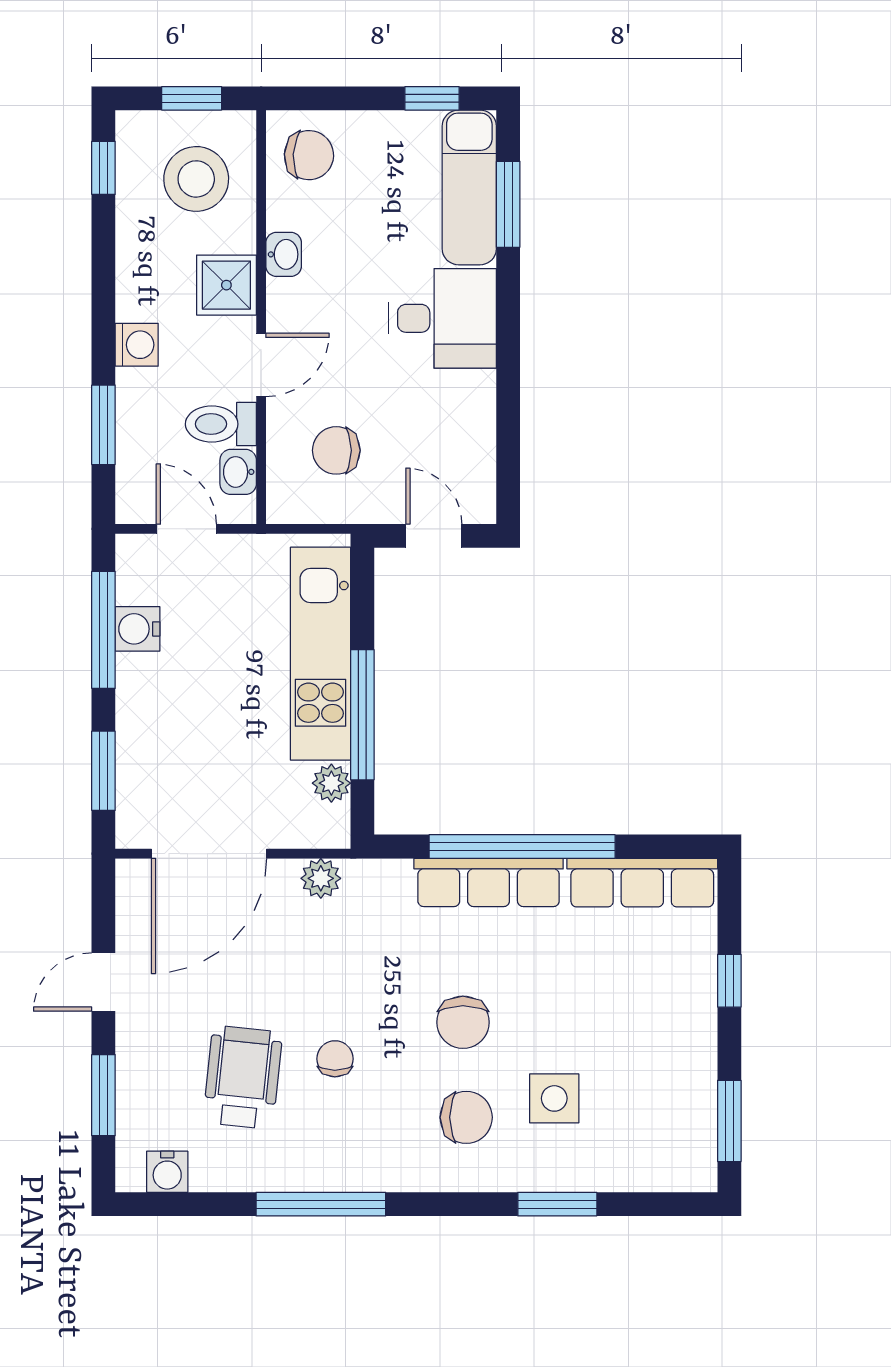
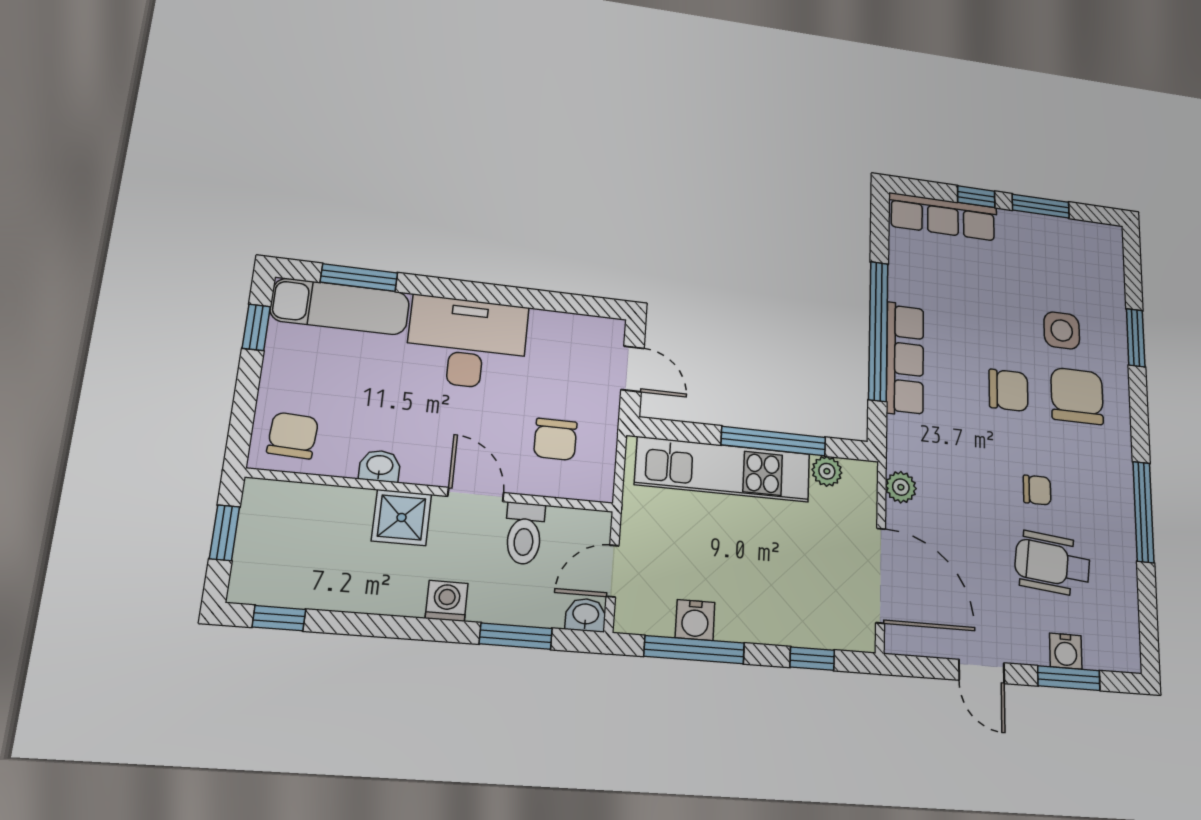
stool: (196, 179) -> (301, 535), removed
desk: (443, 318) -> (467, 343), width x1.37
washbasin: (238, 472) -> (586, 615), moved, turned 180
door: (434, 536) -> (632, 369), swing flipped
window: (103, 771) -> (812, 659), width x0.67
row of seats: (642, 883) -> (943, 217), moved, turned 90
chair: (335, 1059) -> (1037, 490), turned 180
chair: (466, 1117) -> (1077, 396), width x1.37, depth x1.37
window: (729, 1121) -> (1041, 206), moved
water cooler: (167, 1172) -> (1066, 651), moved, turned 90

